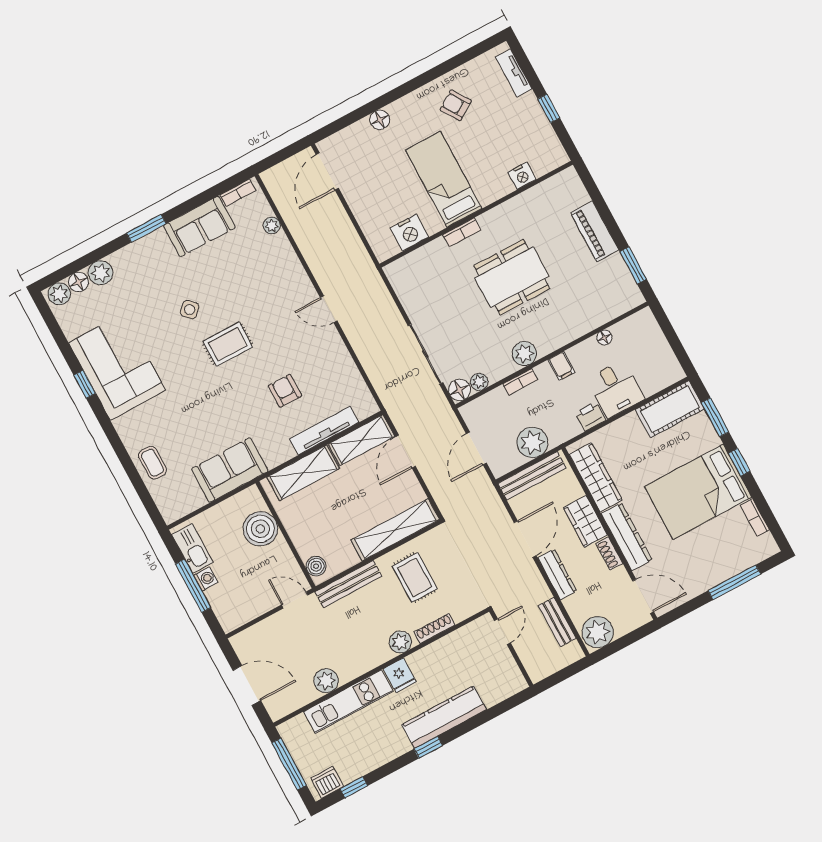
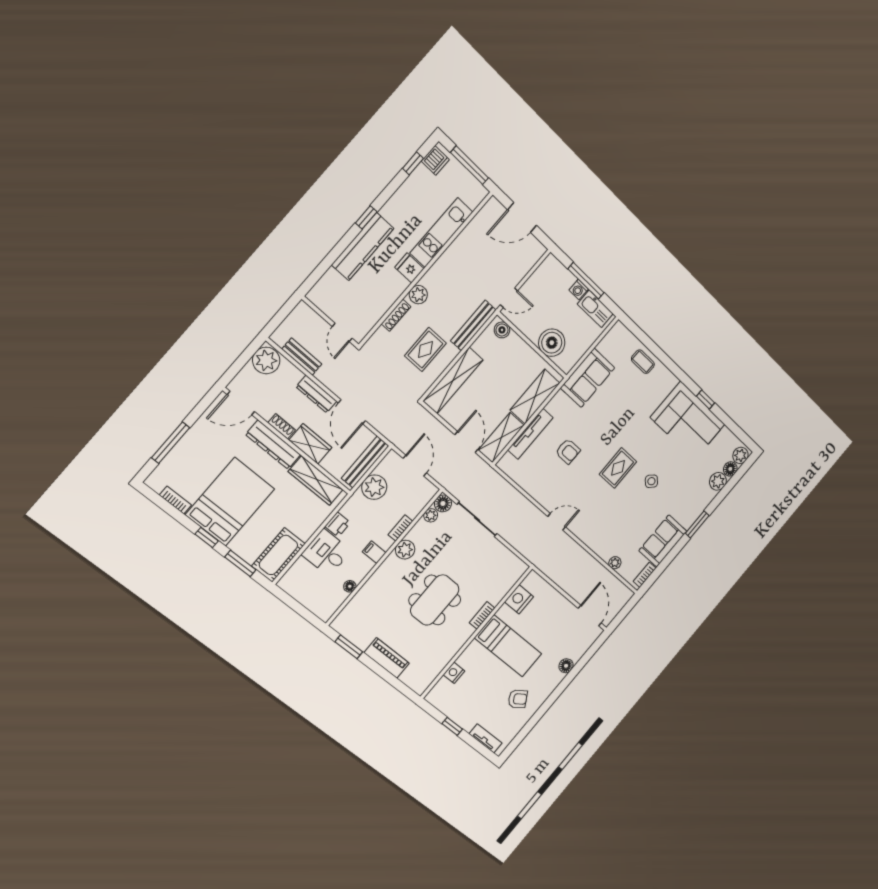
rug: (415, 577) -> (425, 350), turned 90
plant: (326, 681) -> (464, 243), removed

